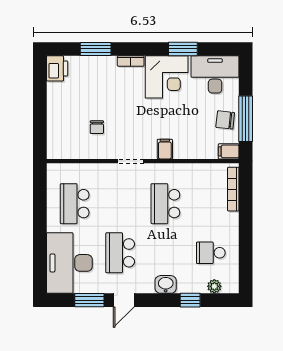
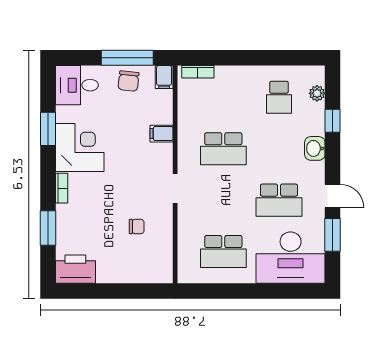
printer: (57, 68) -> (75, 269), width x1.37, depth x1.19
desk: (215, 74) -> (77, 85), width x0.73
filing cabinet: (165, 149) -> (161, 134), moved
bookcase: (233, 189) -> (198, 72), width x0.64

